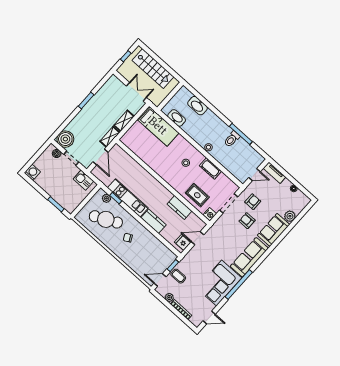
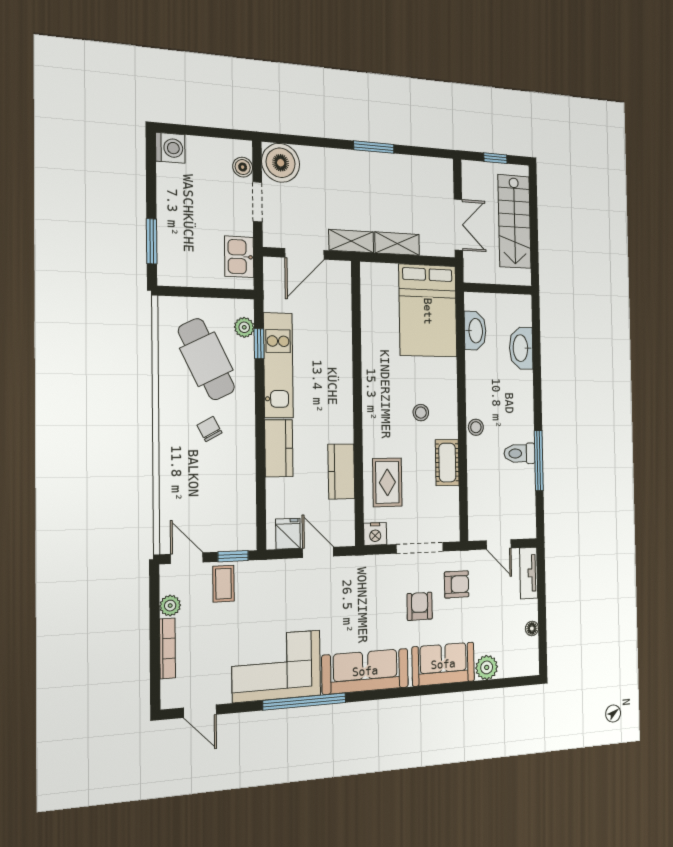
bed: (158, 126) -> (428, 311), width x1.50

